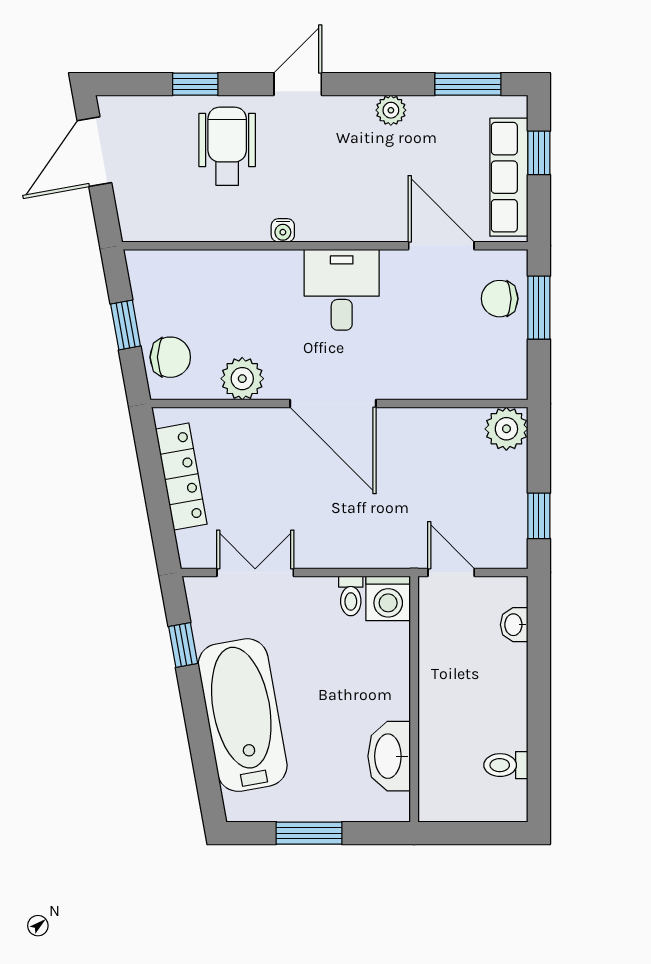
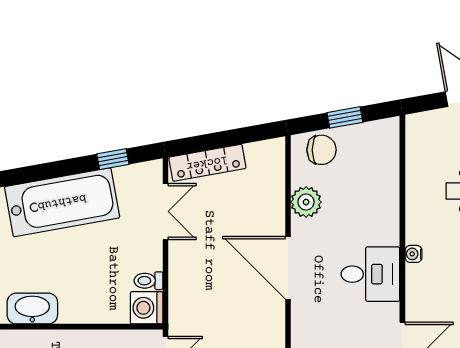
water cooler: (283, 230) -> (413, 254), moved
chair: (170, 357) -> (322, 150), turned -90
door: (333, 404) -> (288, 268), hinge flipped
locker: (181, 477) -> (207, 163), moved

